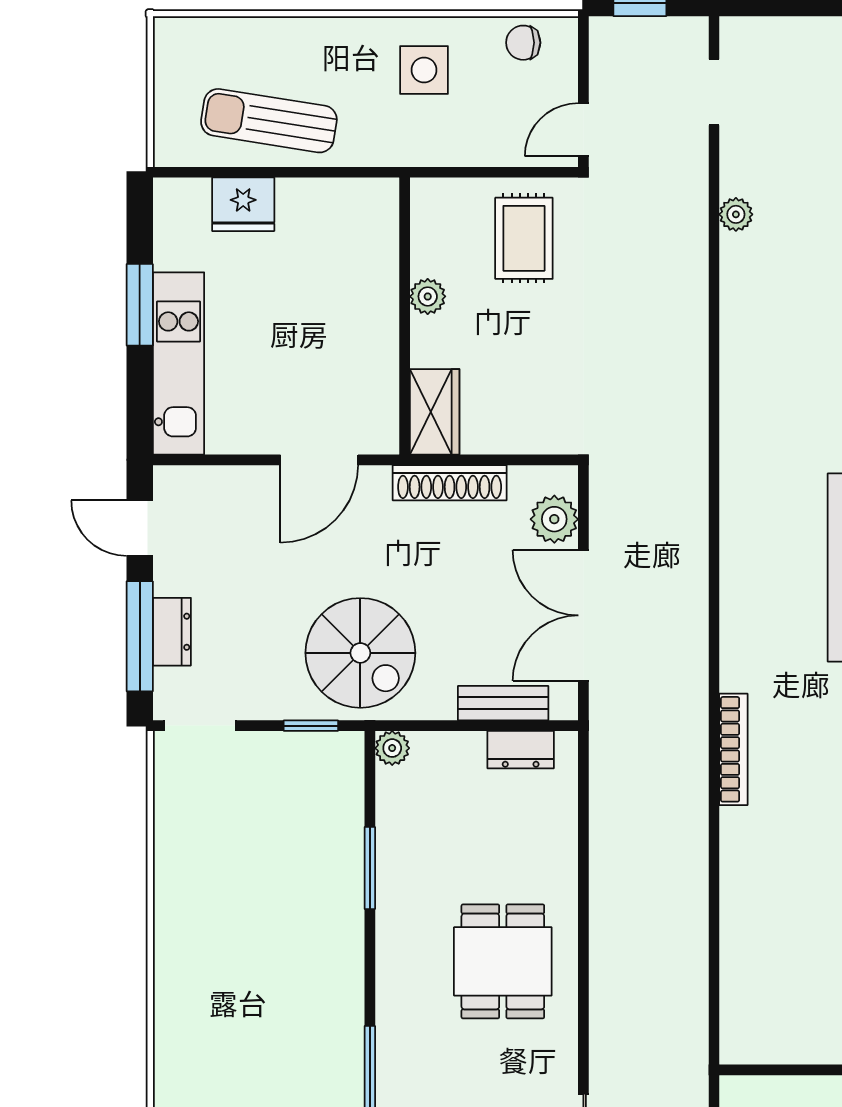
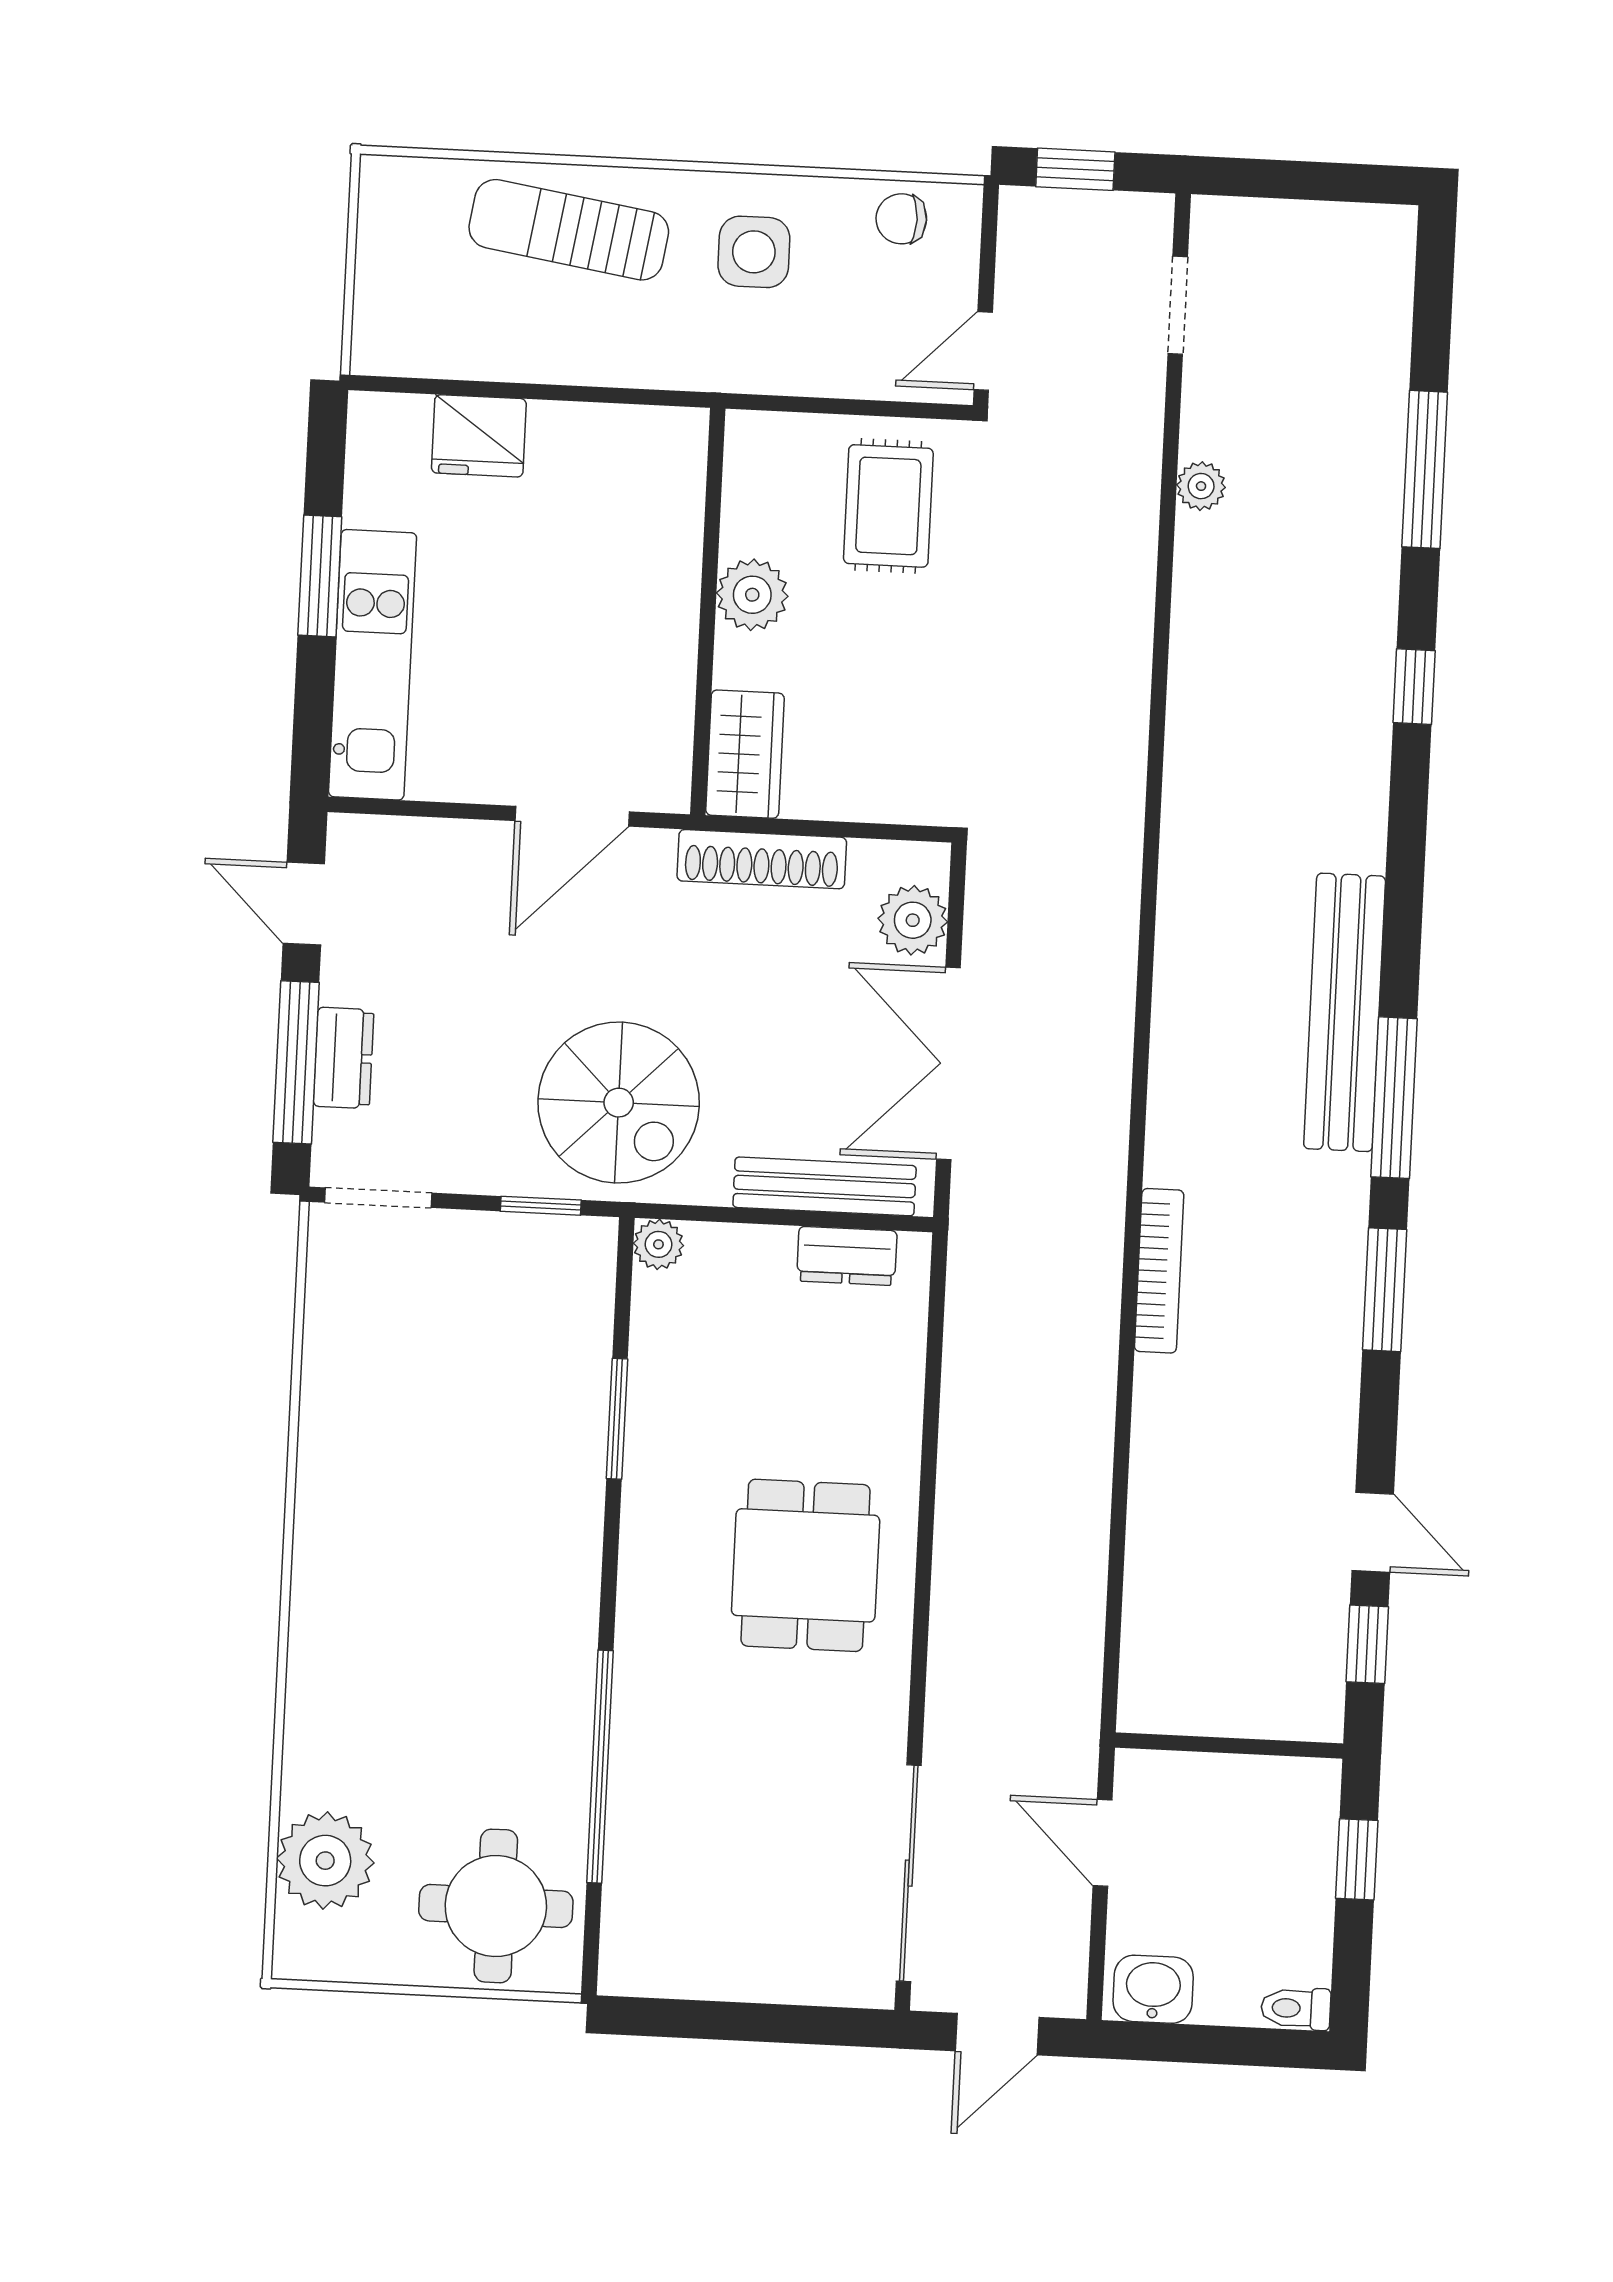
sun lounger: (269, 121) -> (569, 230), moved
plant: (428, 296) -> (752, 595), width x1.38, depth x1.38
bench: (503, 703) -> (825, 1186), width x1.36

